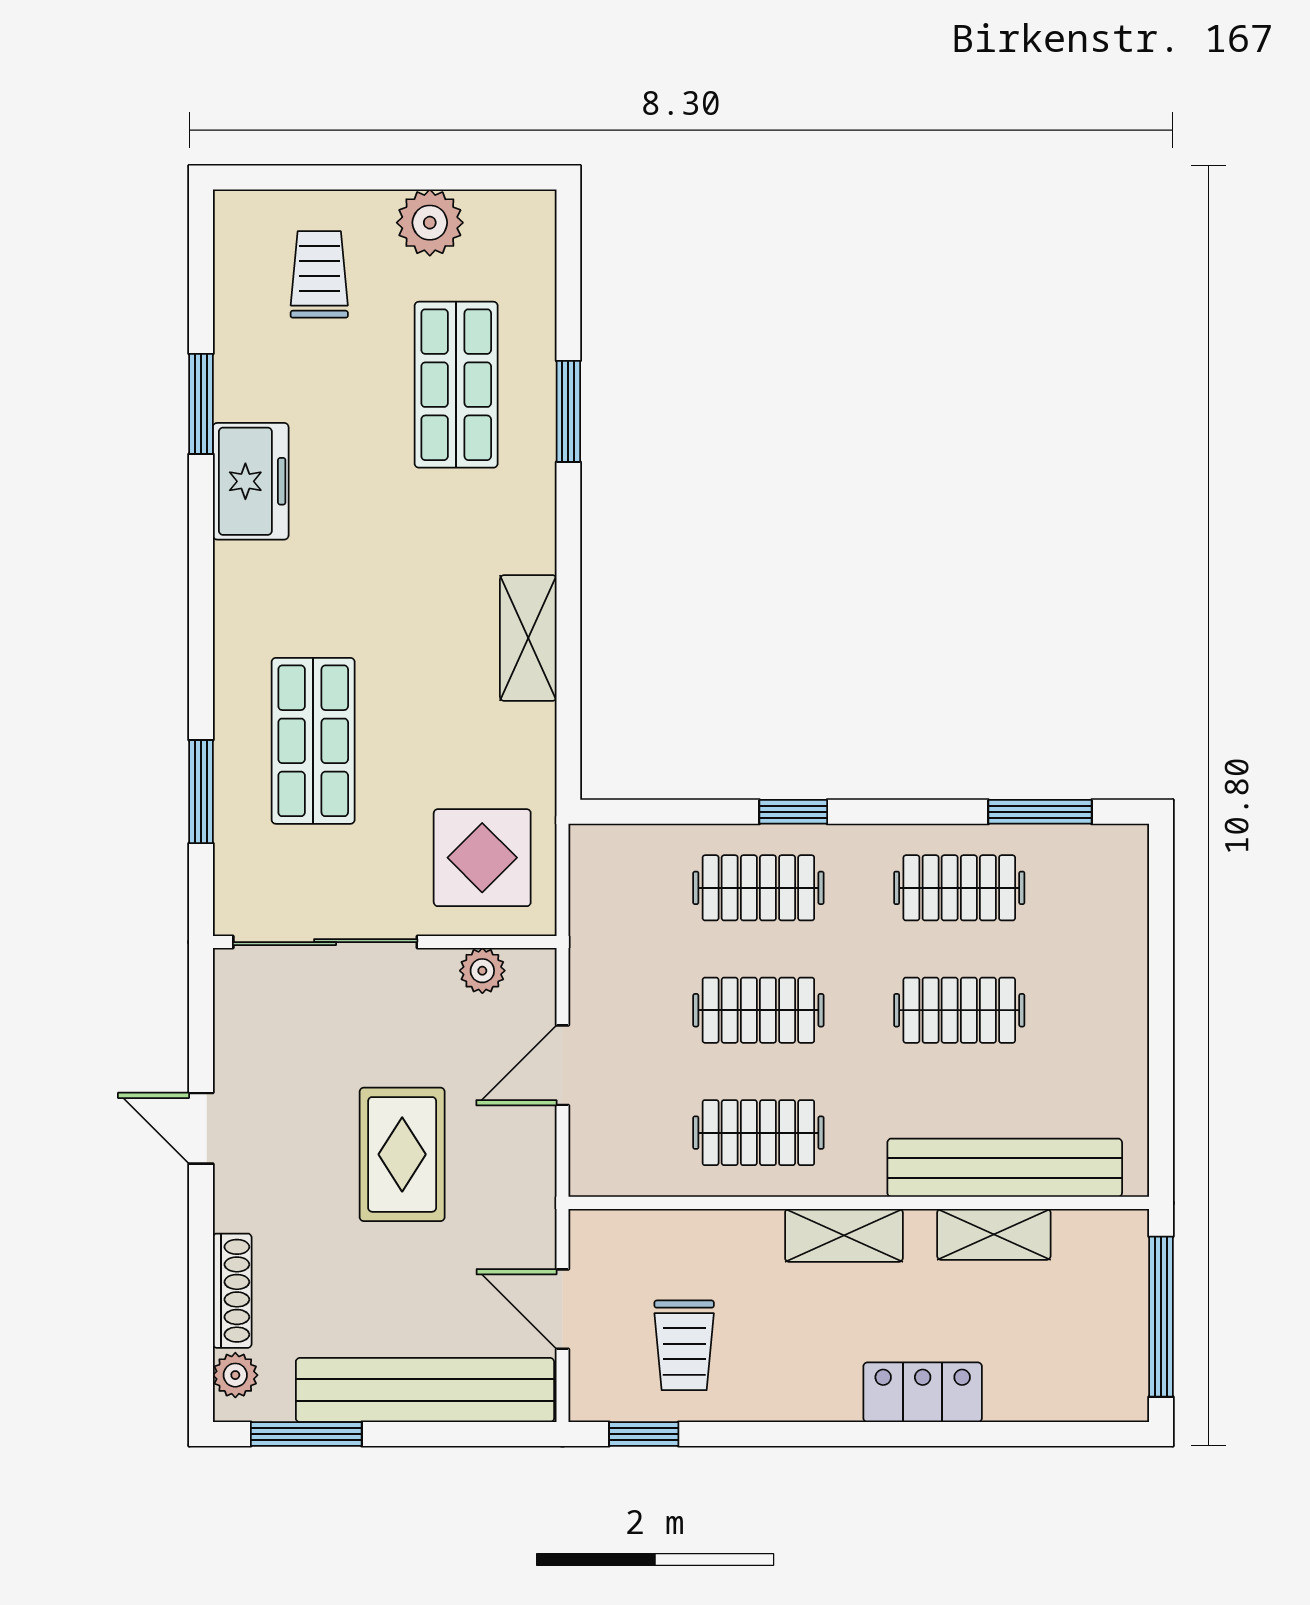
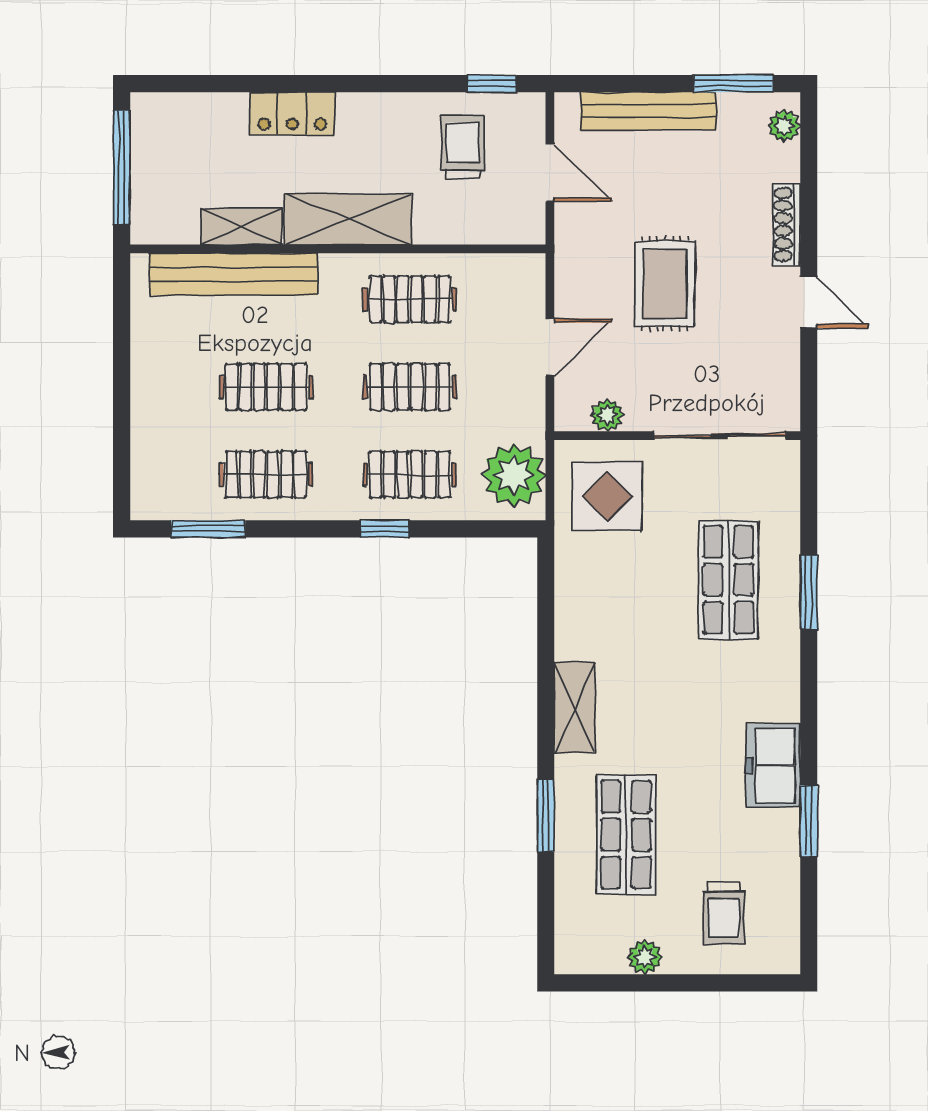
plant: (430, 223) -> (645, 957), width x0.73, depth x0.73
shelving: (528, 638) -> (574, 707), moved
window: (201, 792) -> (809, 592), moved
plant: (613, 887) -> (514, 475), added
shelving: (844, 1235) -> (349, 219), width x1.50, depth x1.33
shoe rack: (232, 1291) -> (786, 225), moved
bench: (425, 1390) -> (648, 111), width x0.73, depth x0.82

